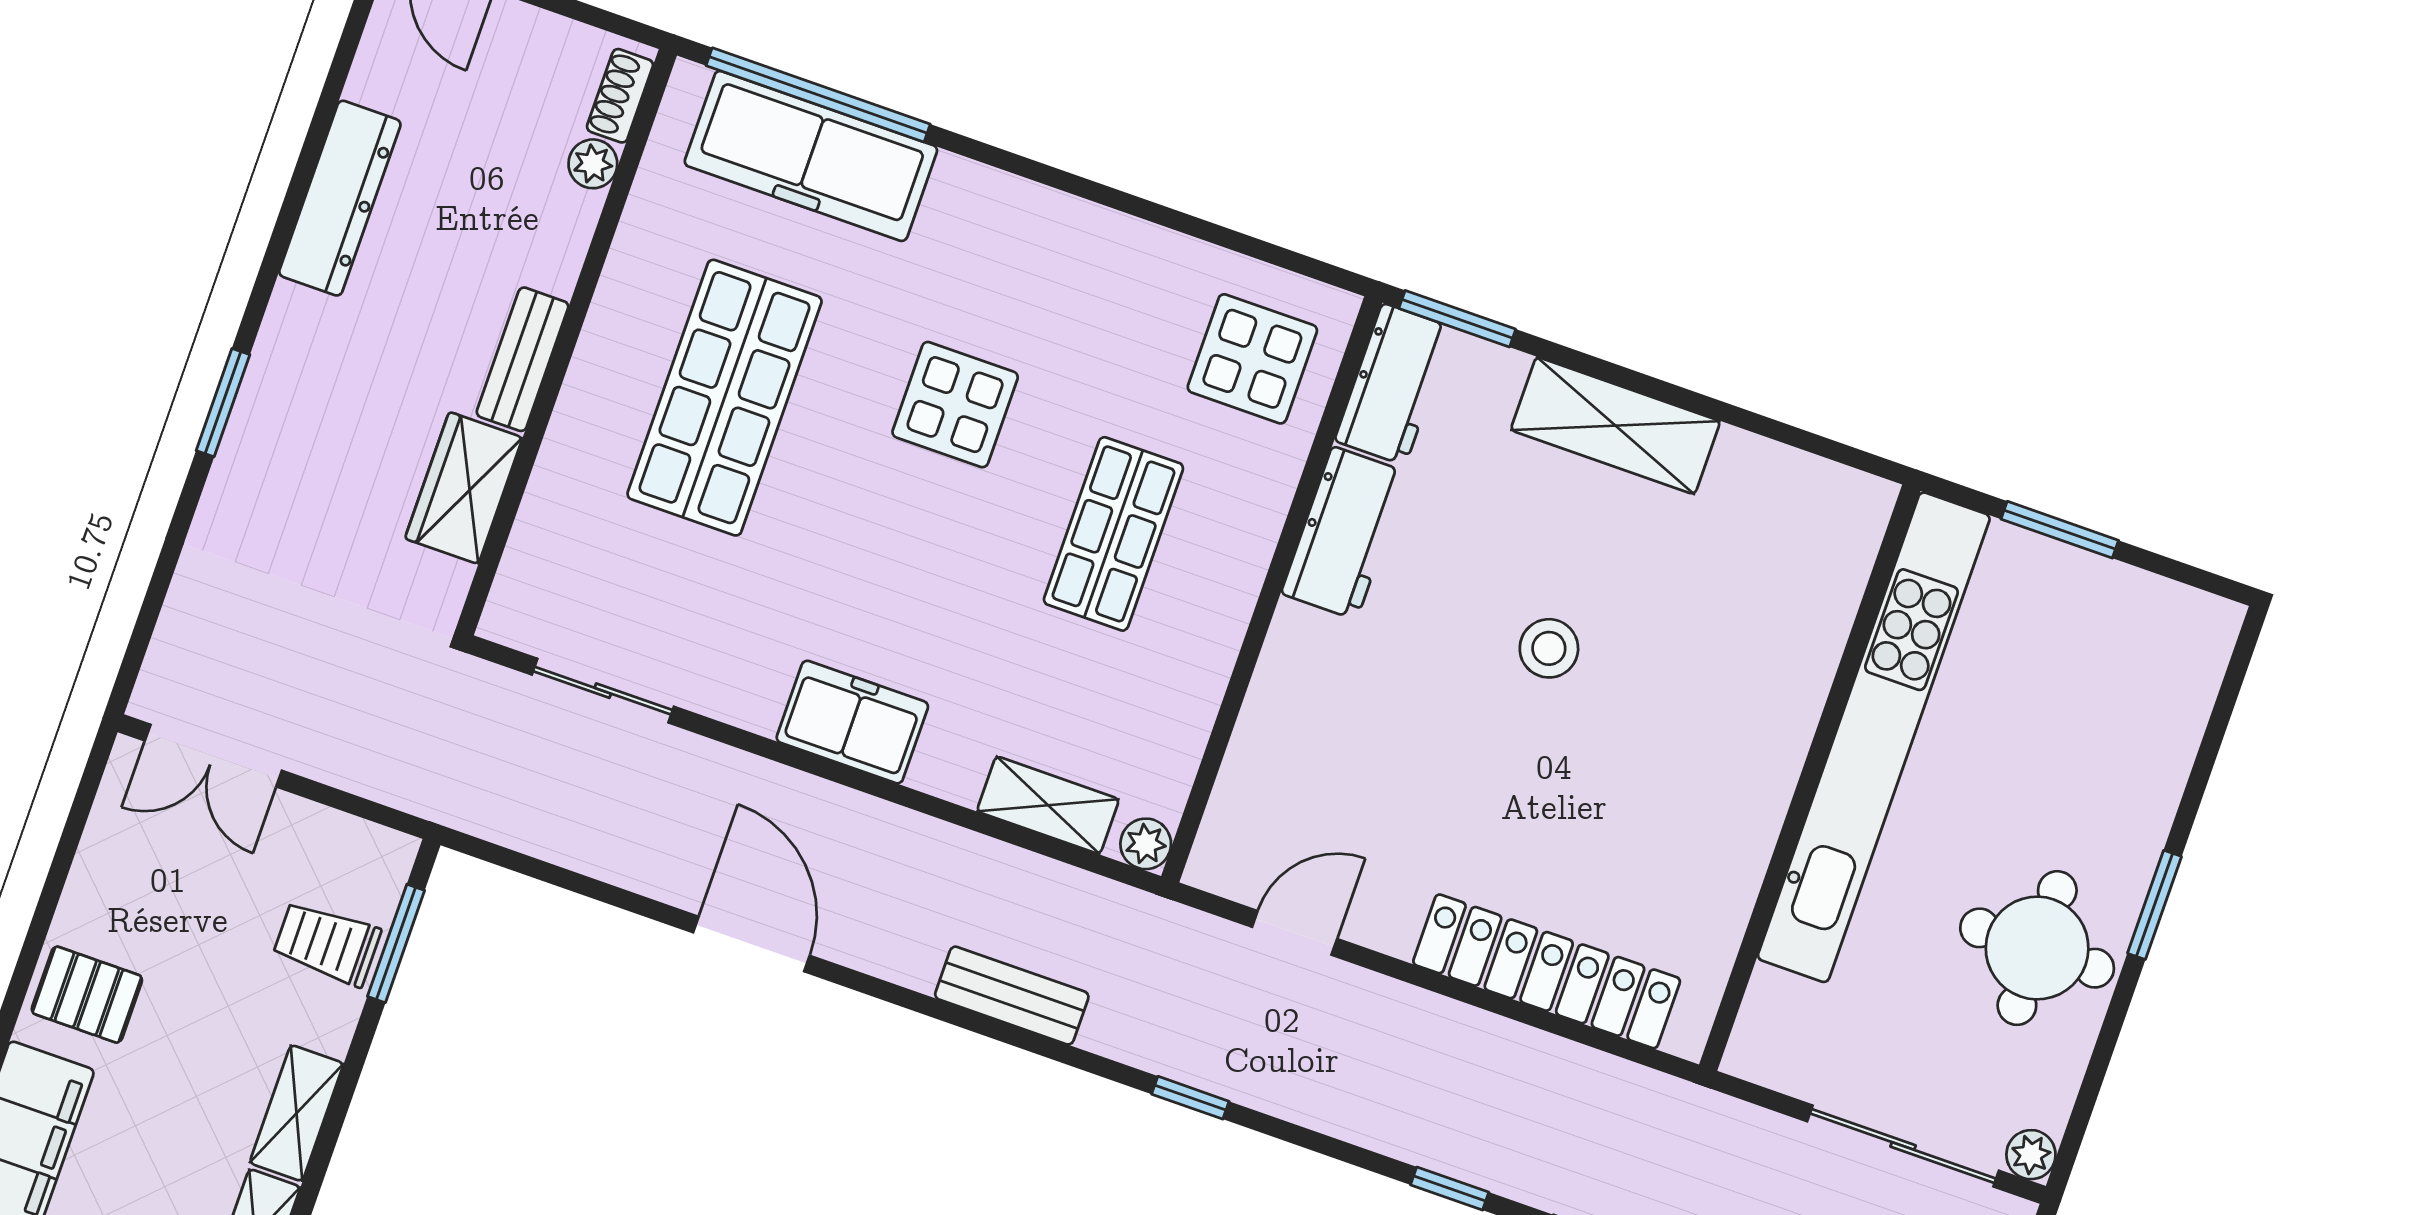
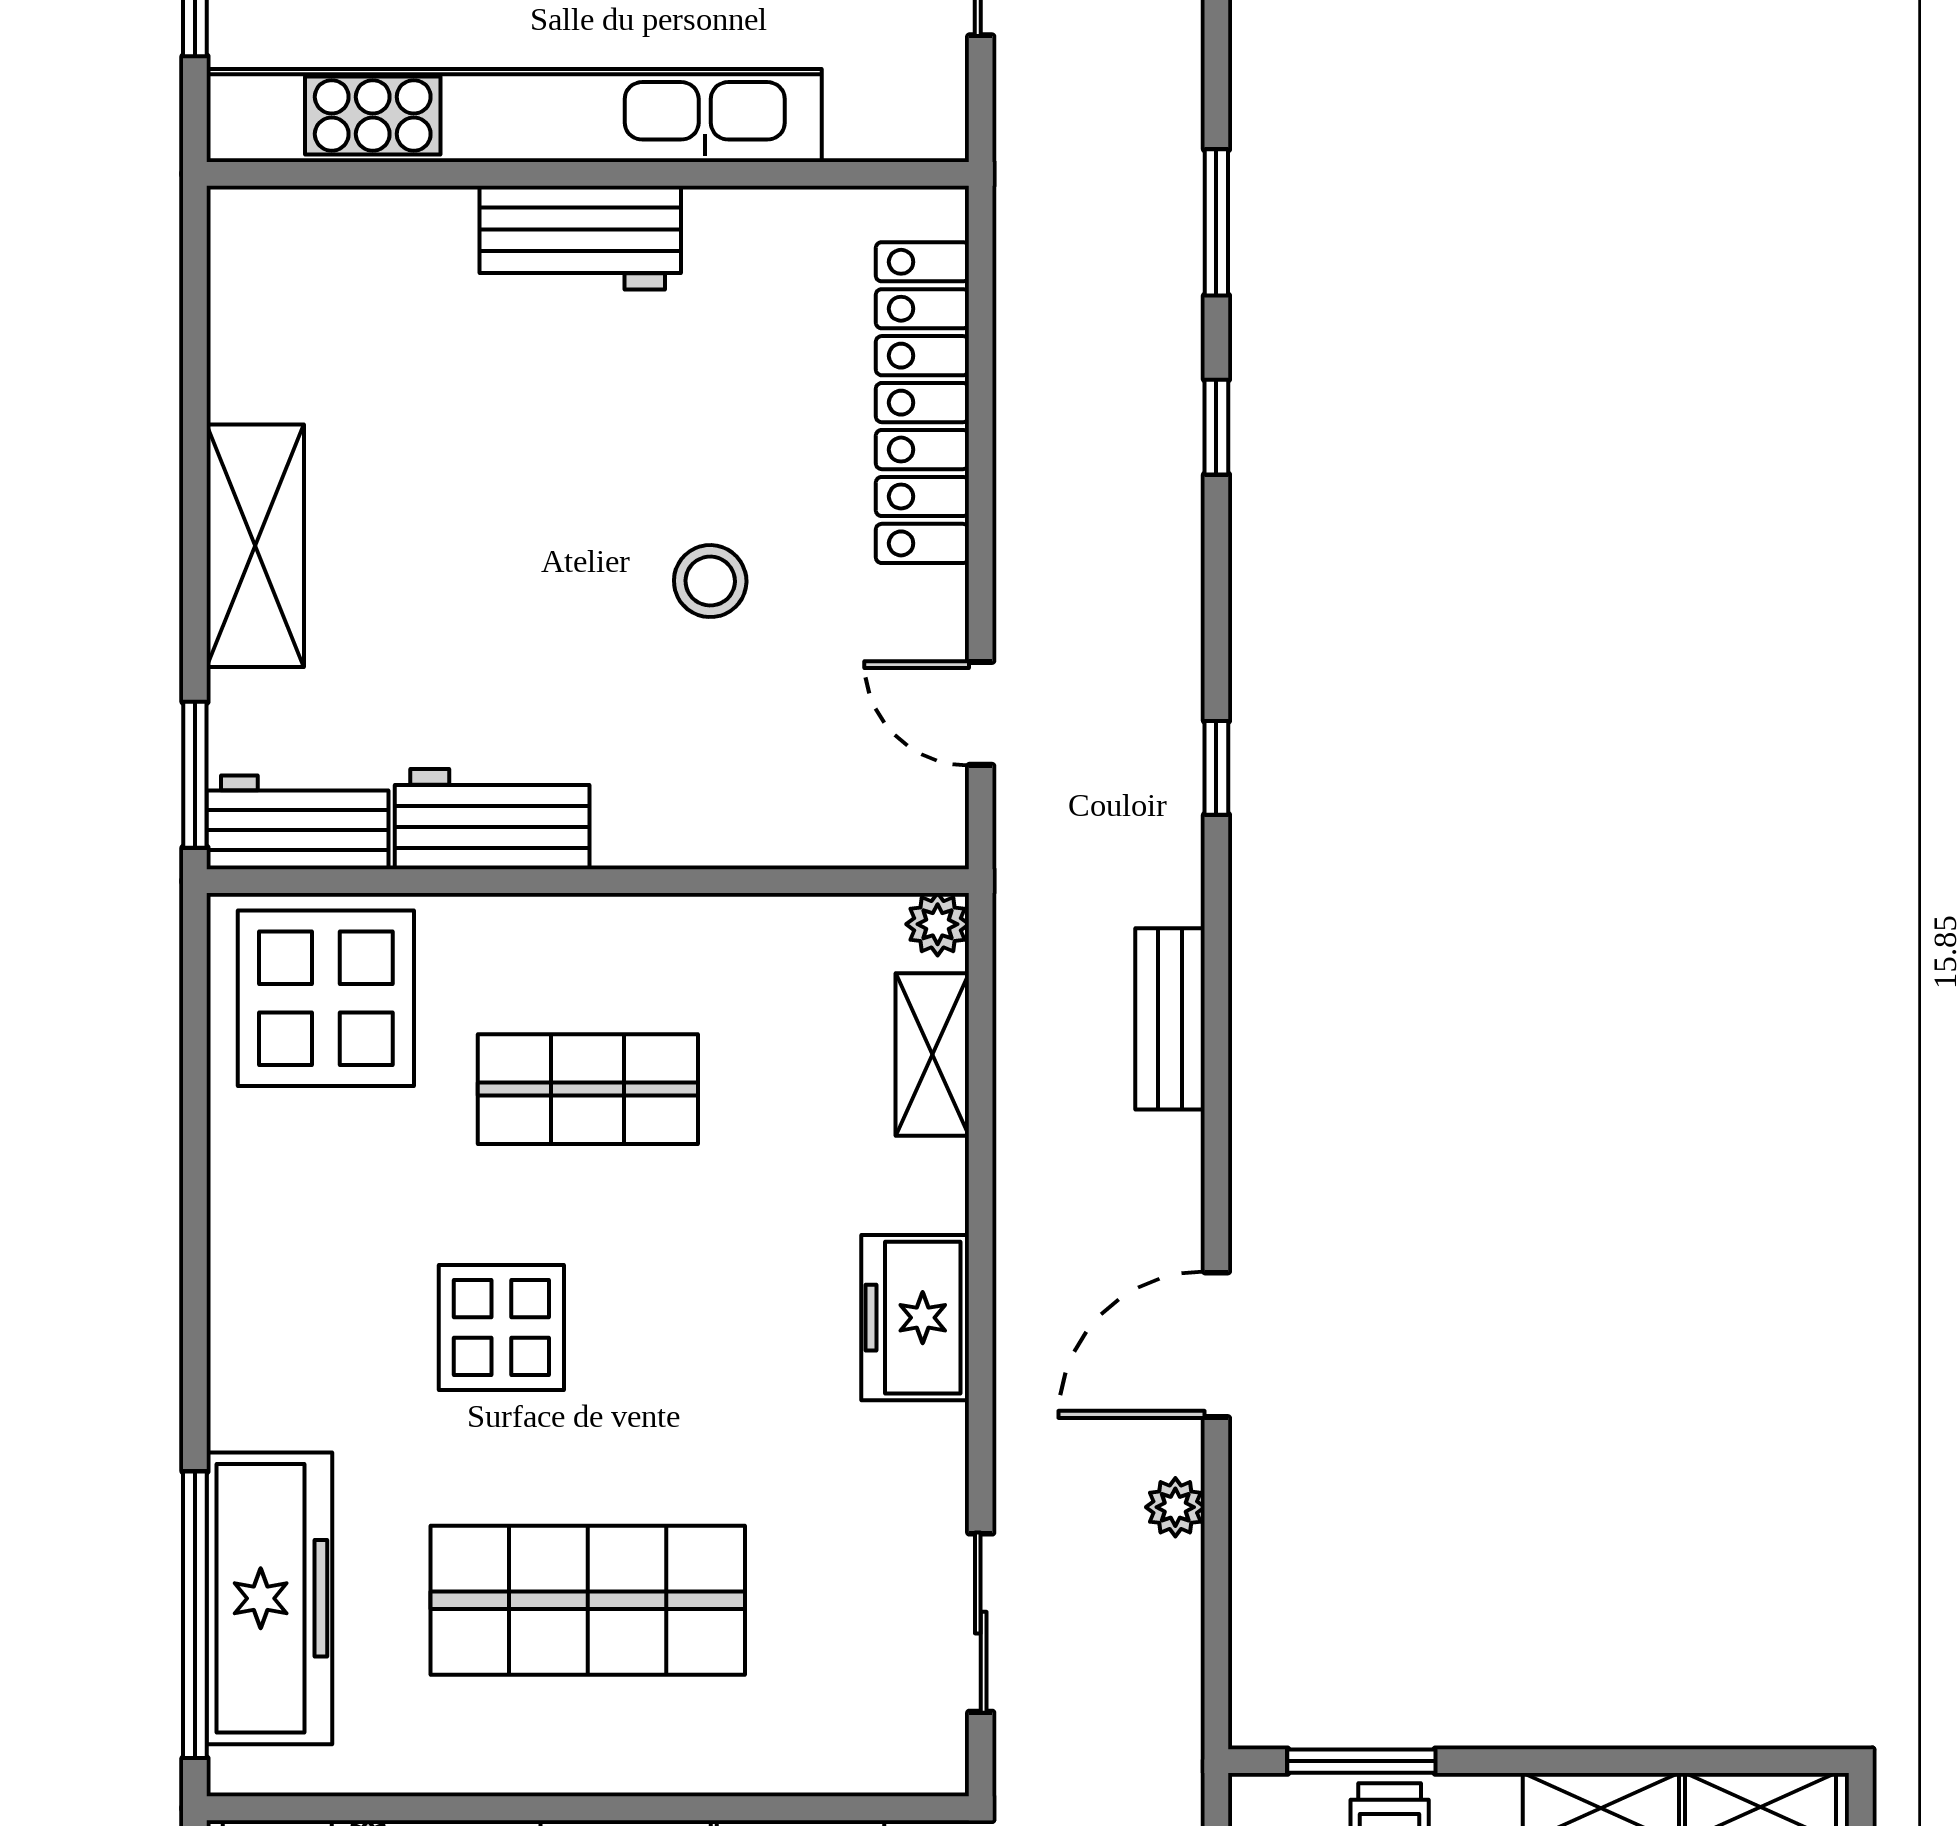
display table: (1252, 359) -> (326, 998), width x1.36, depth x1.36
stool: (1549, 648) -> (710, 581), moved
workbench: (1763, 755) -> (580, 238), added
plant: (639, 869) -> (1175, 1507), added

